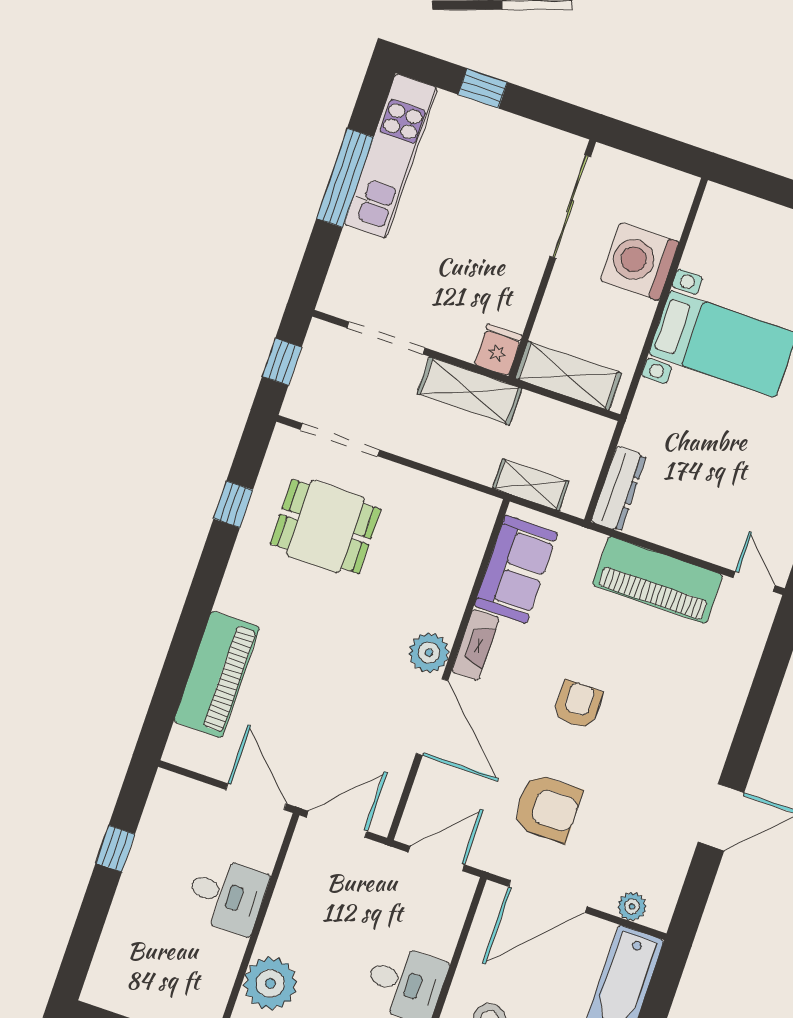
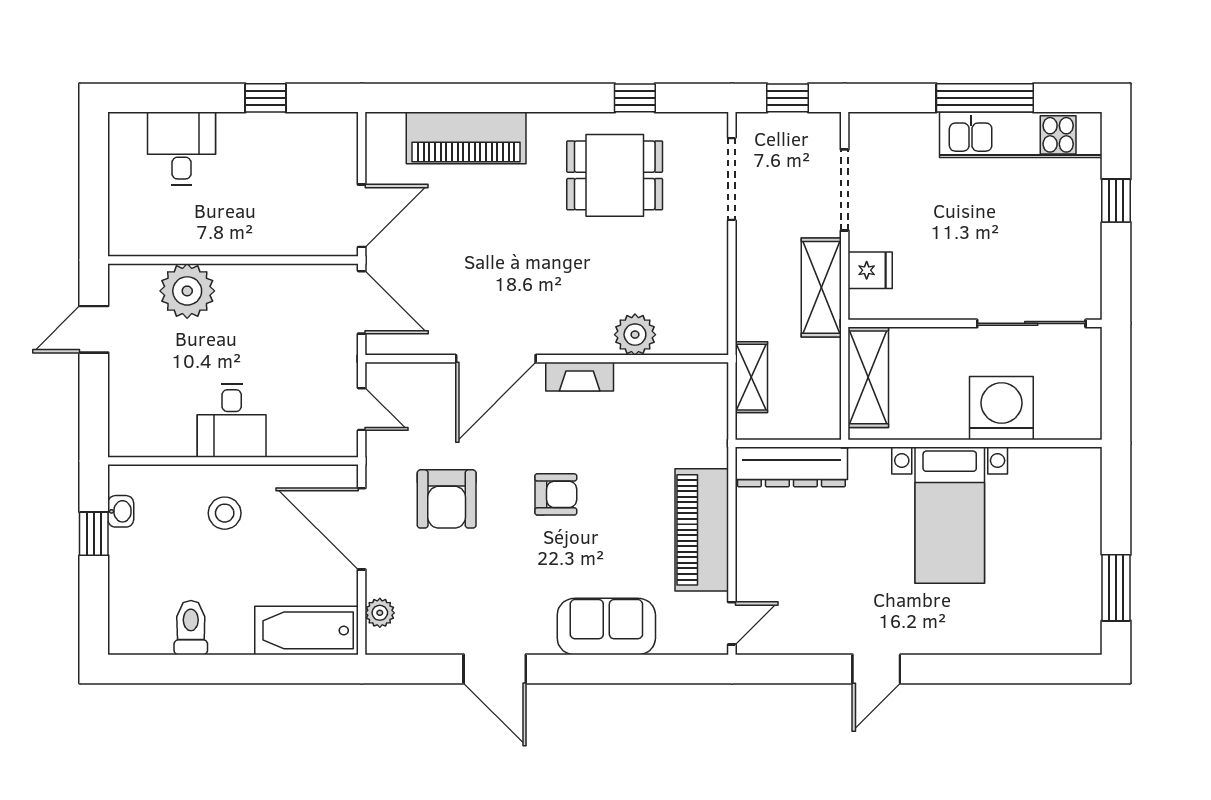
fridge: (498, 350) -> (870, 270), moved
dresser: (619, 489) -> (791, 467), width x1.37, depth x1.24
dining table: (325, 527) -> (615, 175), moved, turned 90
sofa: (516, 569) -> (606, 627), moved, turned 180
plant: (429, 653) -> (635, 335), moved
door: (436, 858) -> (362, 409), width x0.73
desk: (227, 895) -> (181, 148), moved, turned 180

